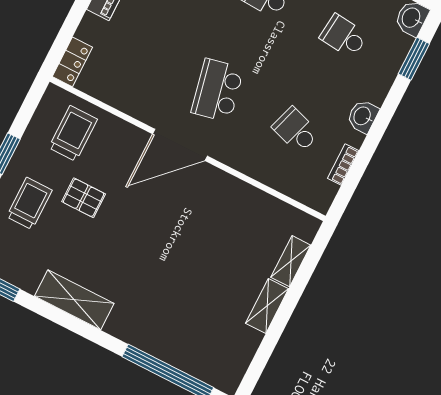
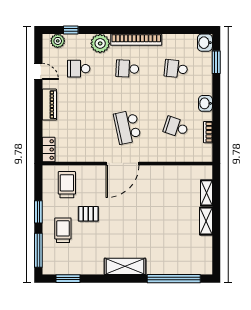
shelving: (74, 300) -> (125, 266), moved

